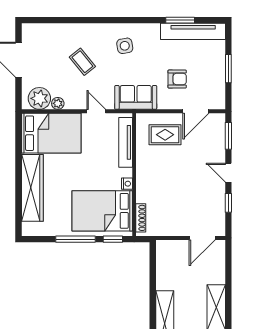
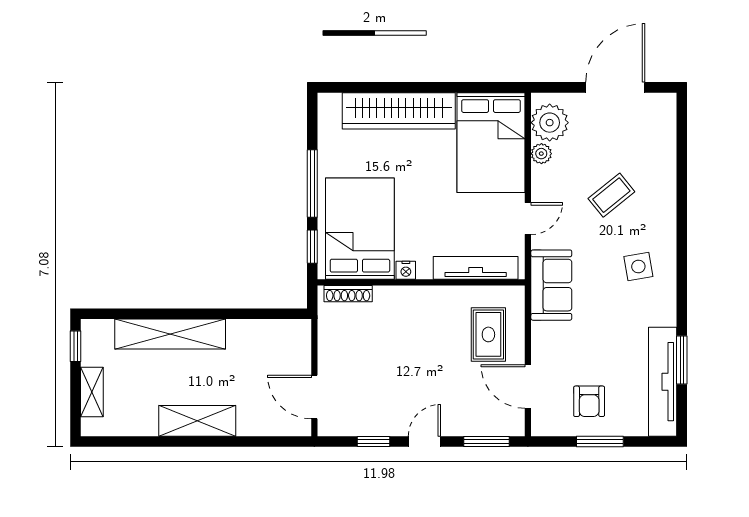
armchair: (177, 79) -> (589, 401), moved

